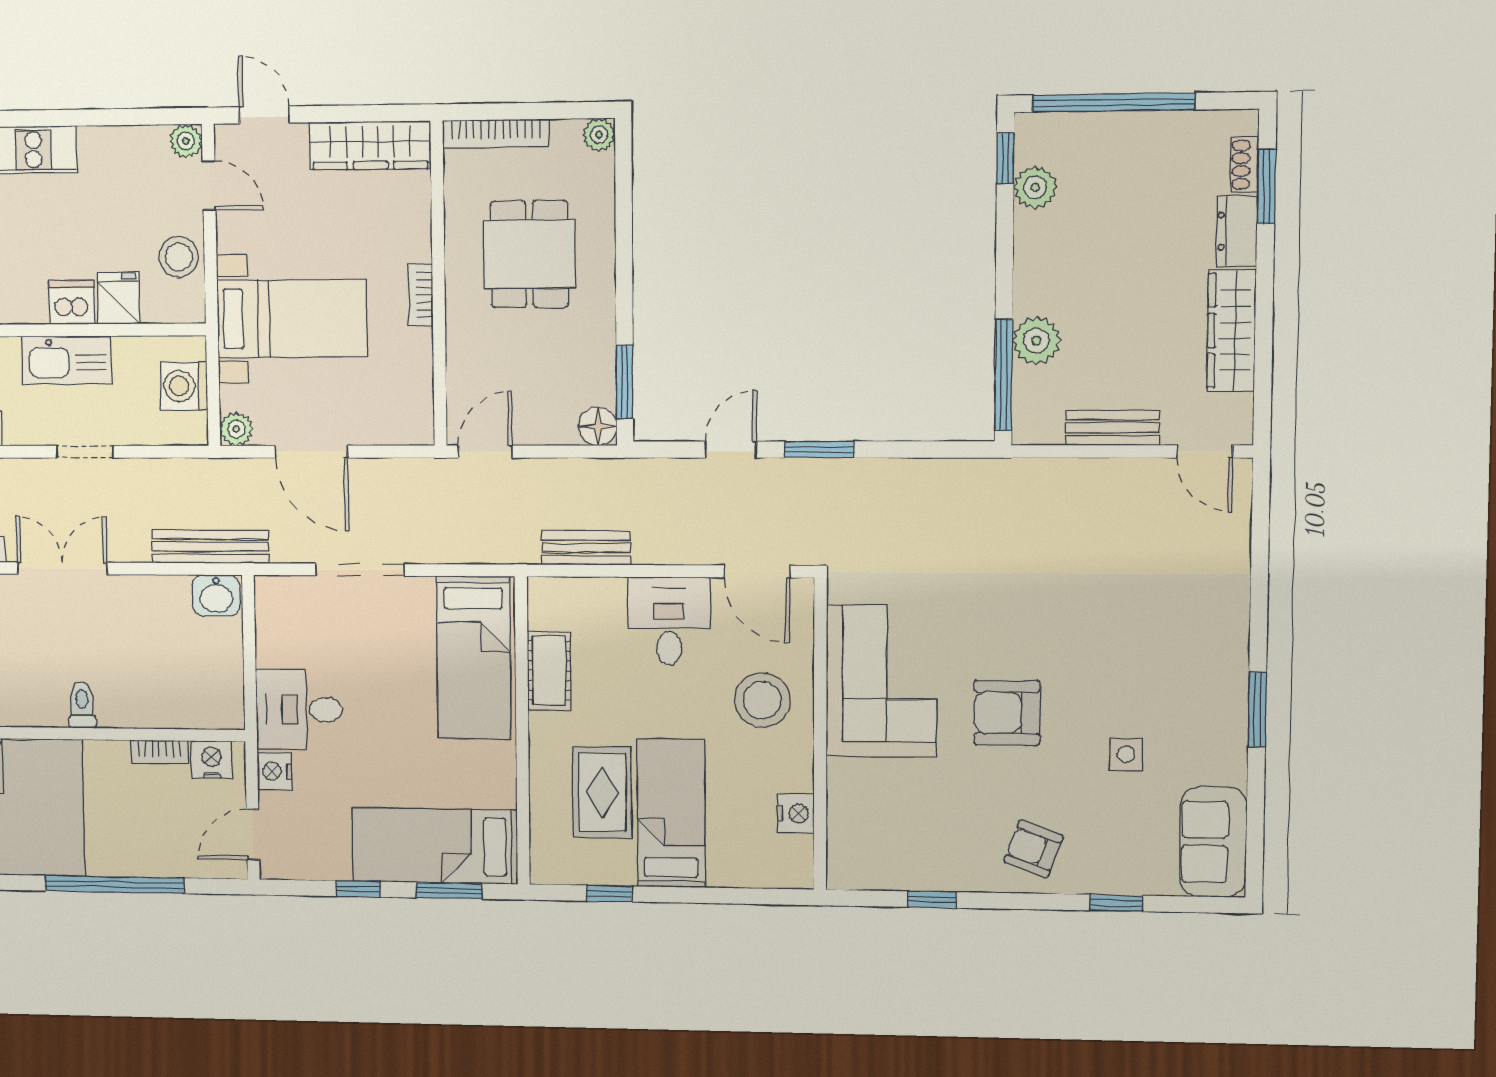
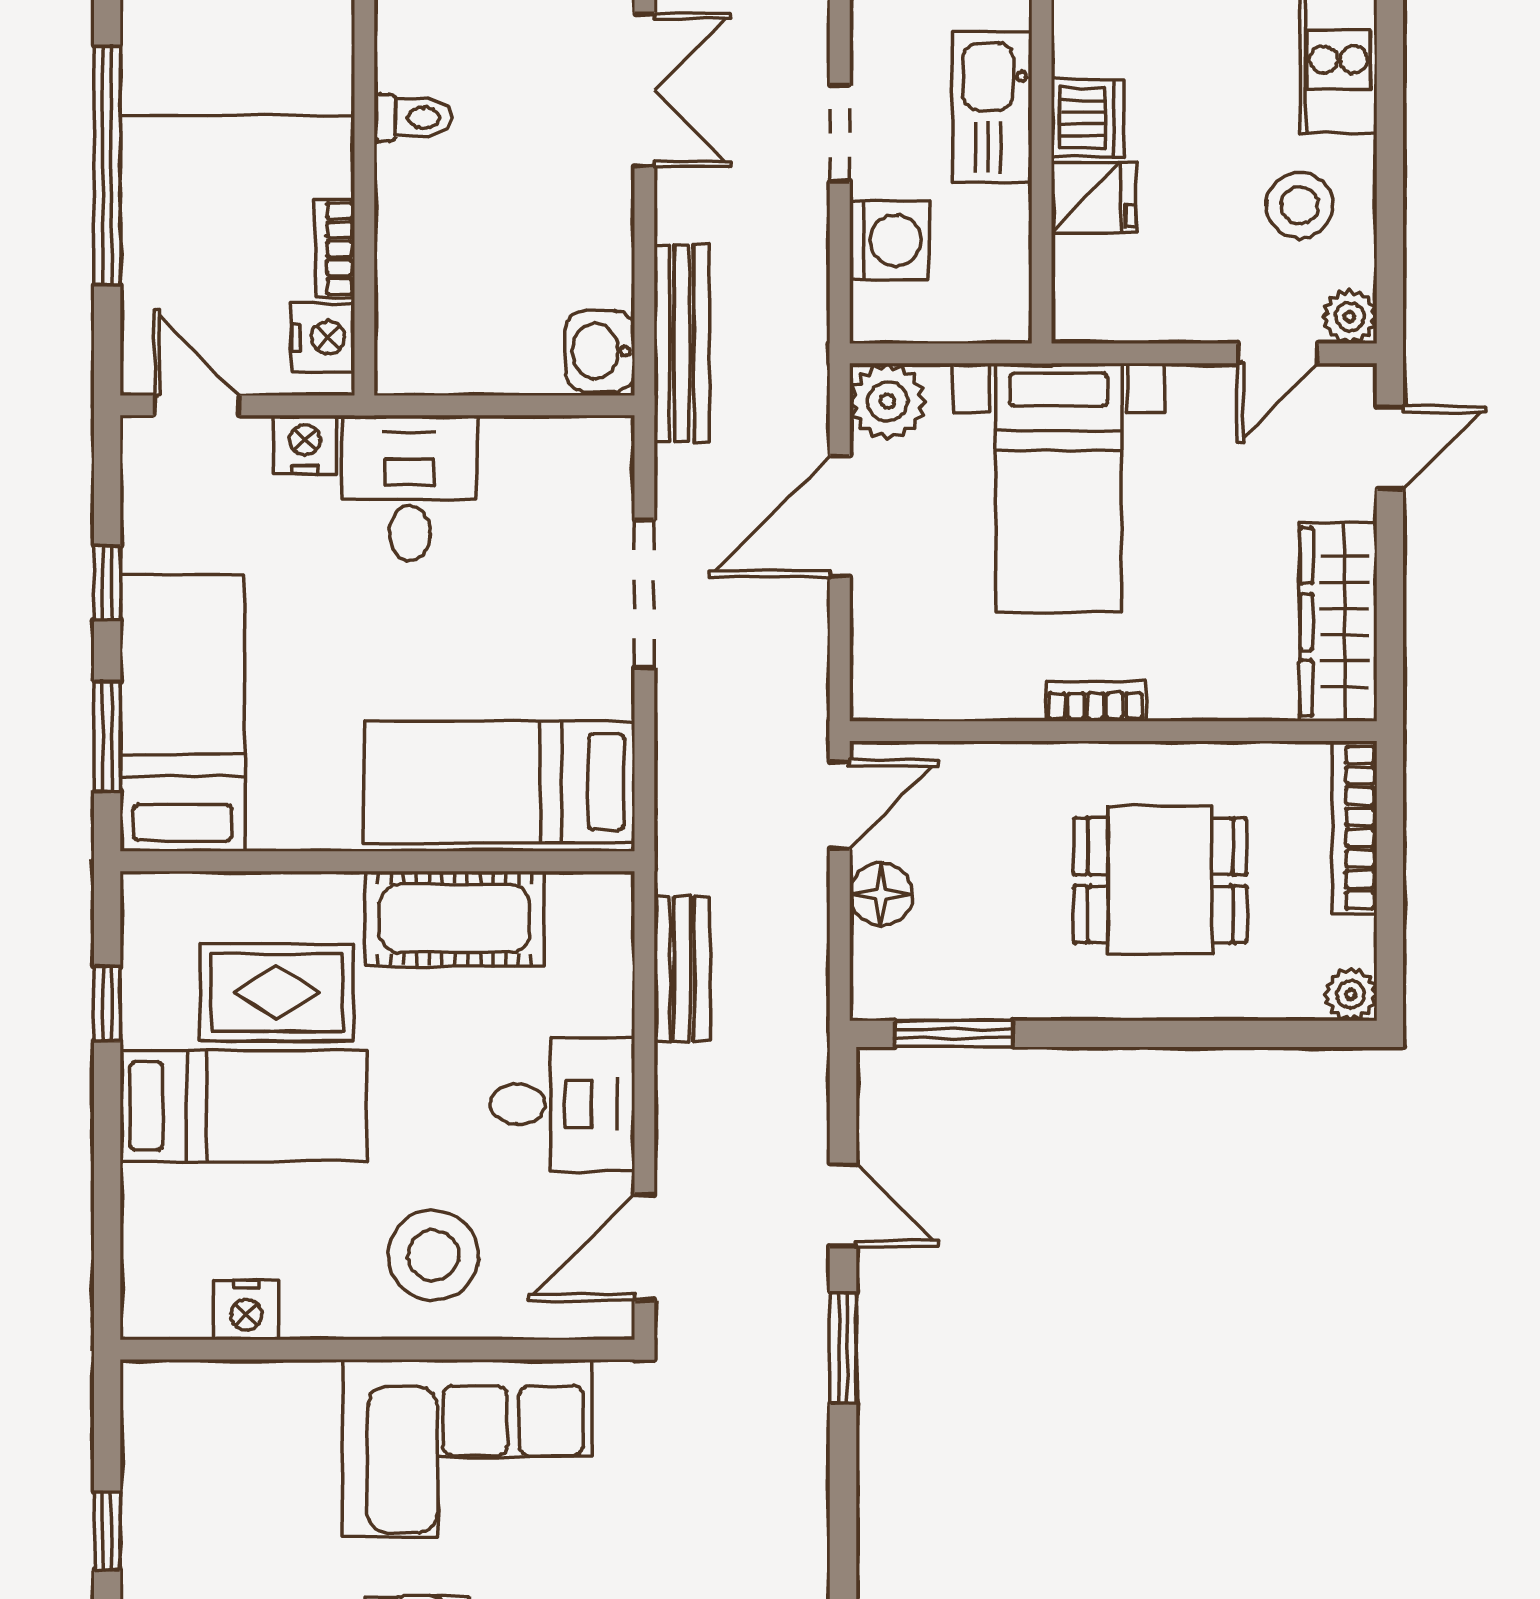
stool: (179, 257) -> (1300, 205), moved
washing machine: (184, 386) -> (889, 240), moved, turned 90
floor lamp: (598, 426) -> (881, 894), moved
plant: (236, 429) -> (888, 401), width x1.38, depth x1.38
door: (485, 452) -> (840, 805), hinge flipped
cot: (549, 671) -> (455, 919), width x1.37, depth x1.34

